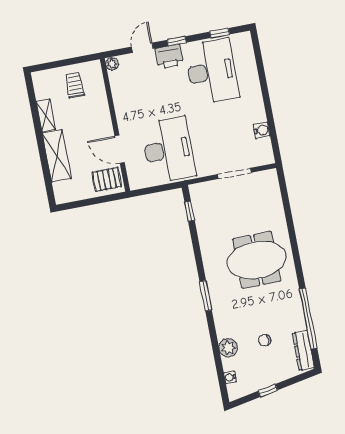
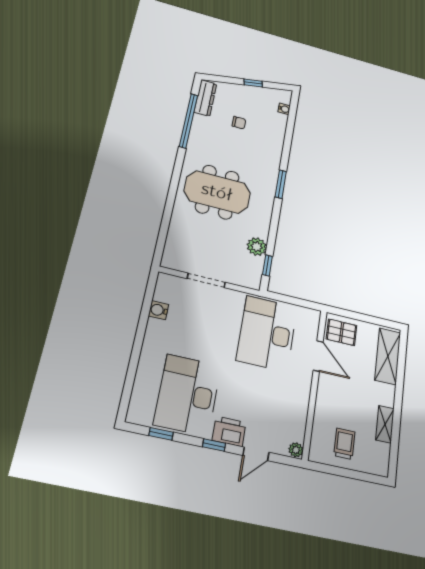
trolley: (75, 85) -> (344, 444), turned 180
shelving: (57, 156) -> (388, 356), moved
plant: (228, 348) -> (257, 247), moved

